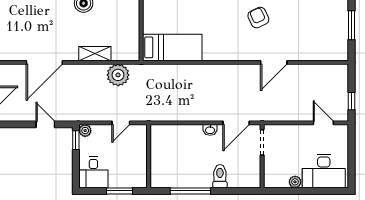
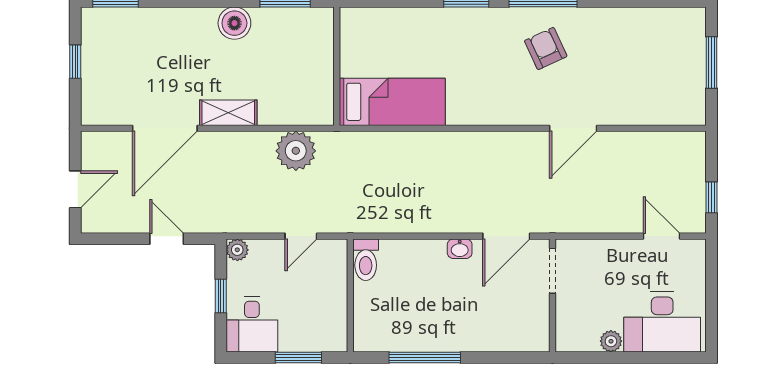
shelving: (95, 54) -> (228, 113), moved
window: (76, 140) -> (221, 296), moved
toilet: (220, 176) -> (366, 260), moved, turned 180

